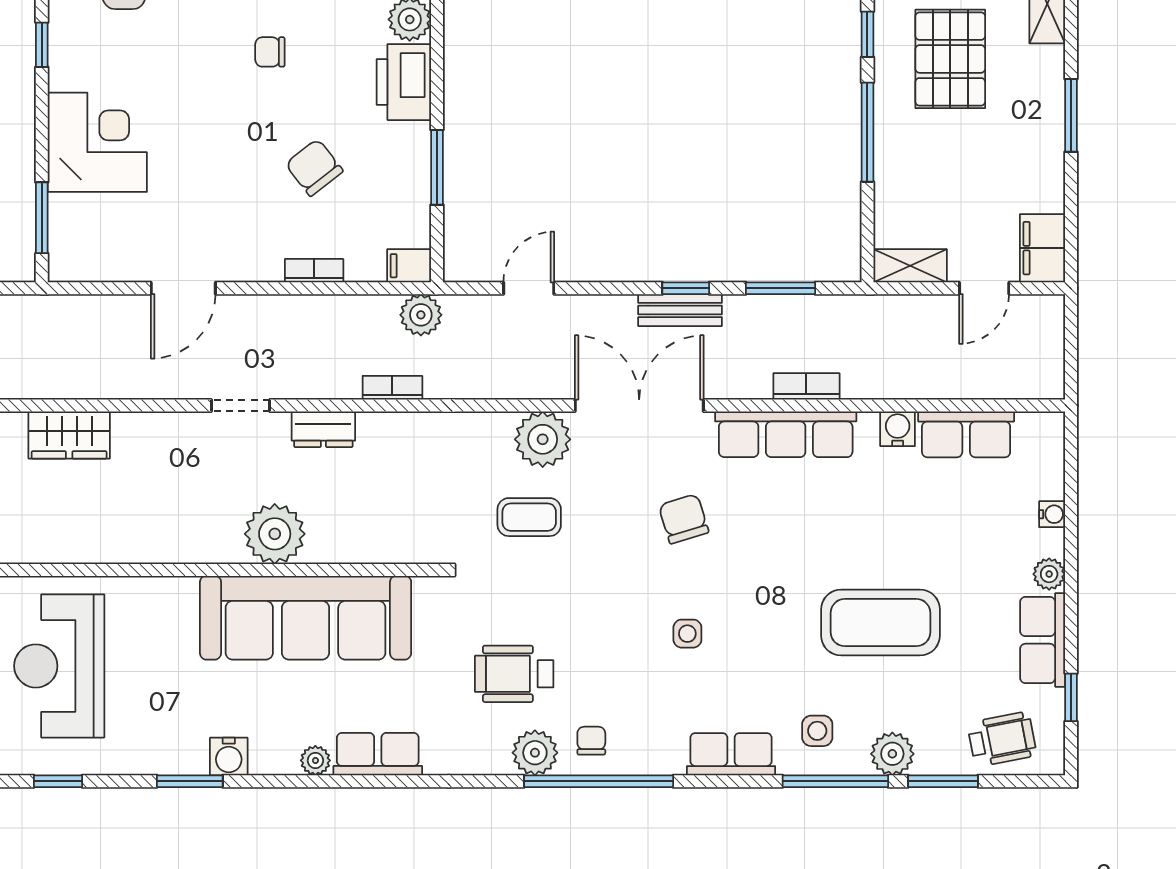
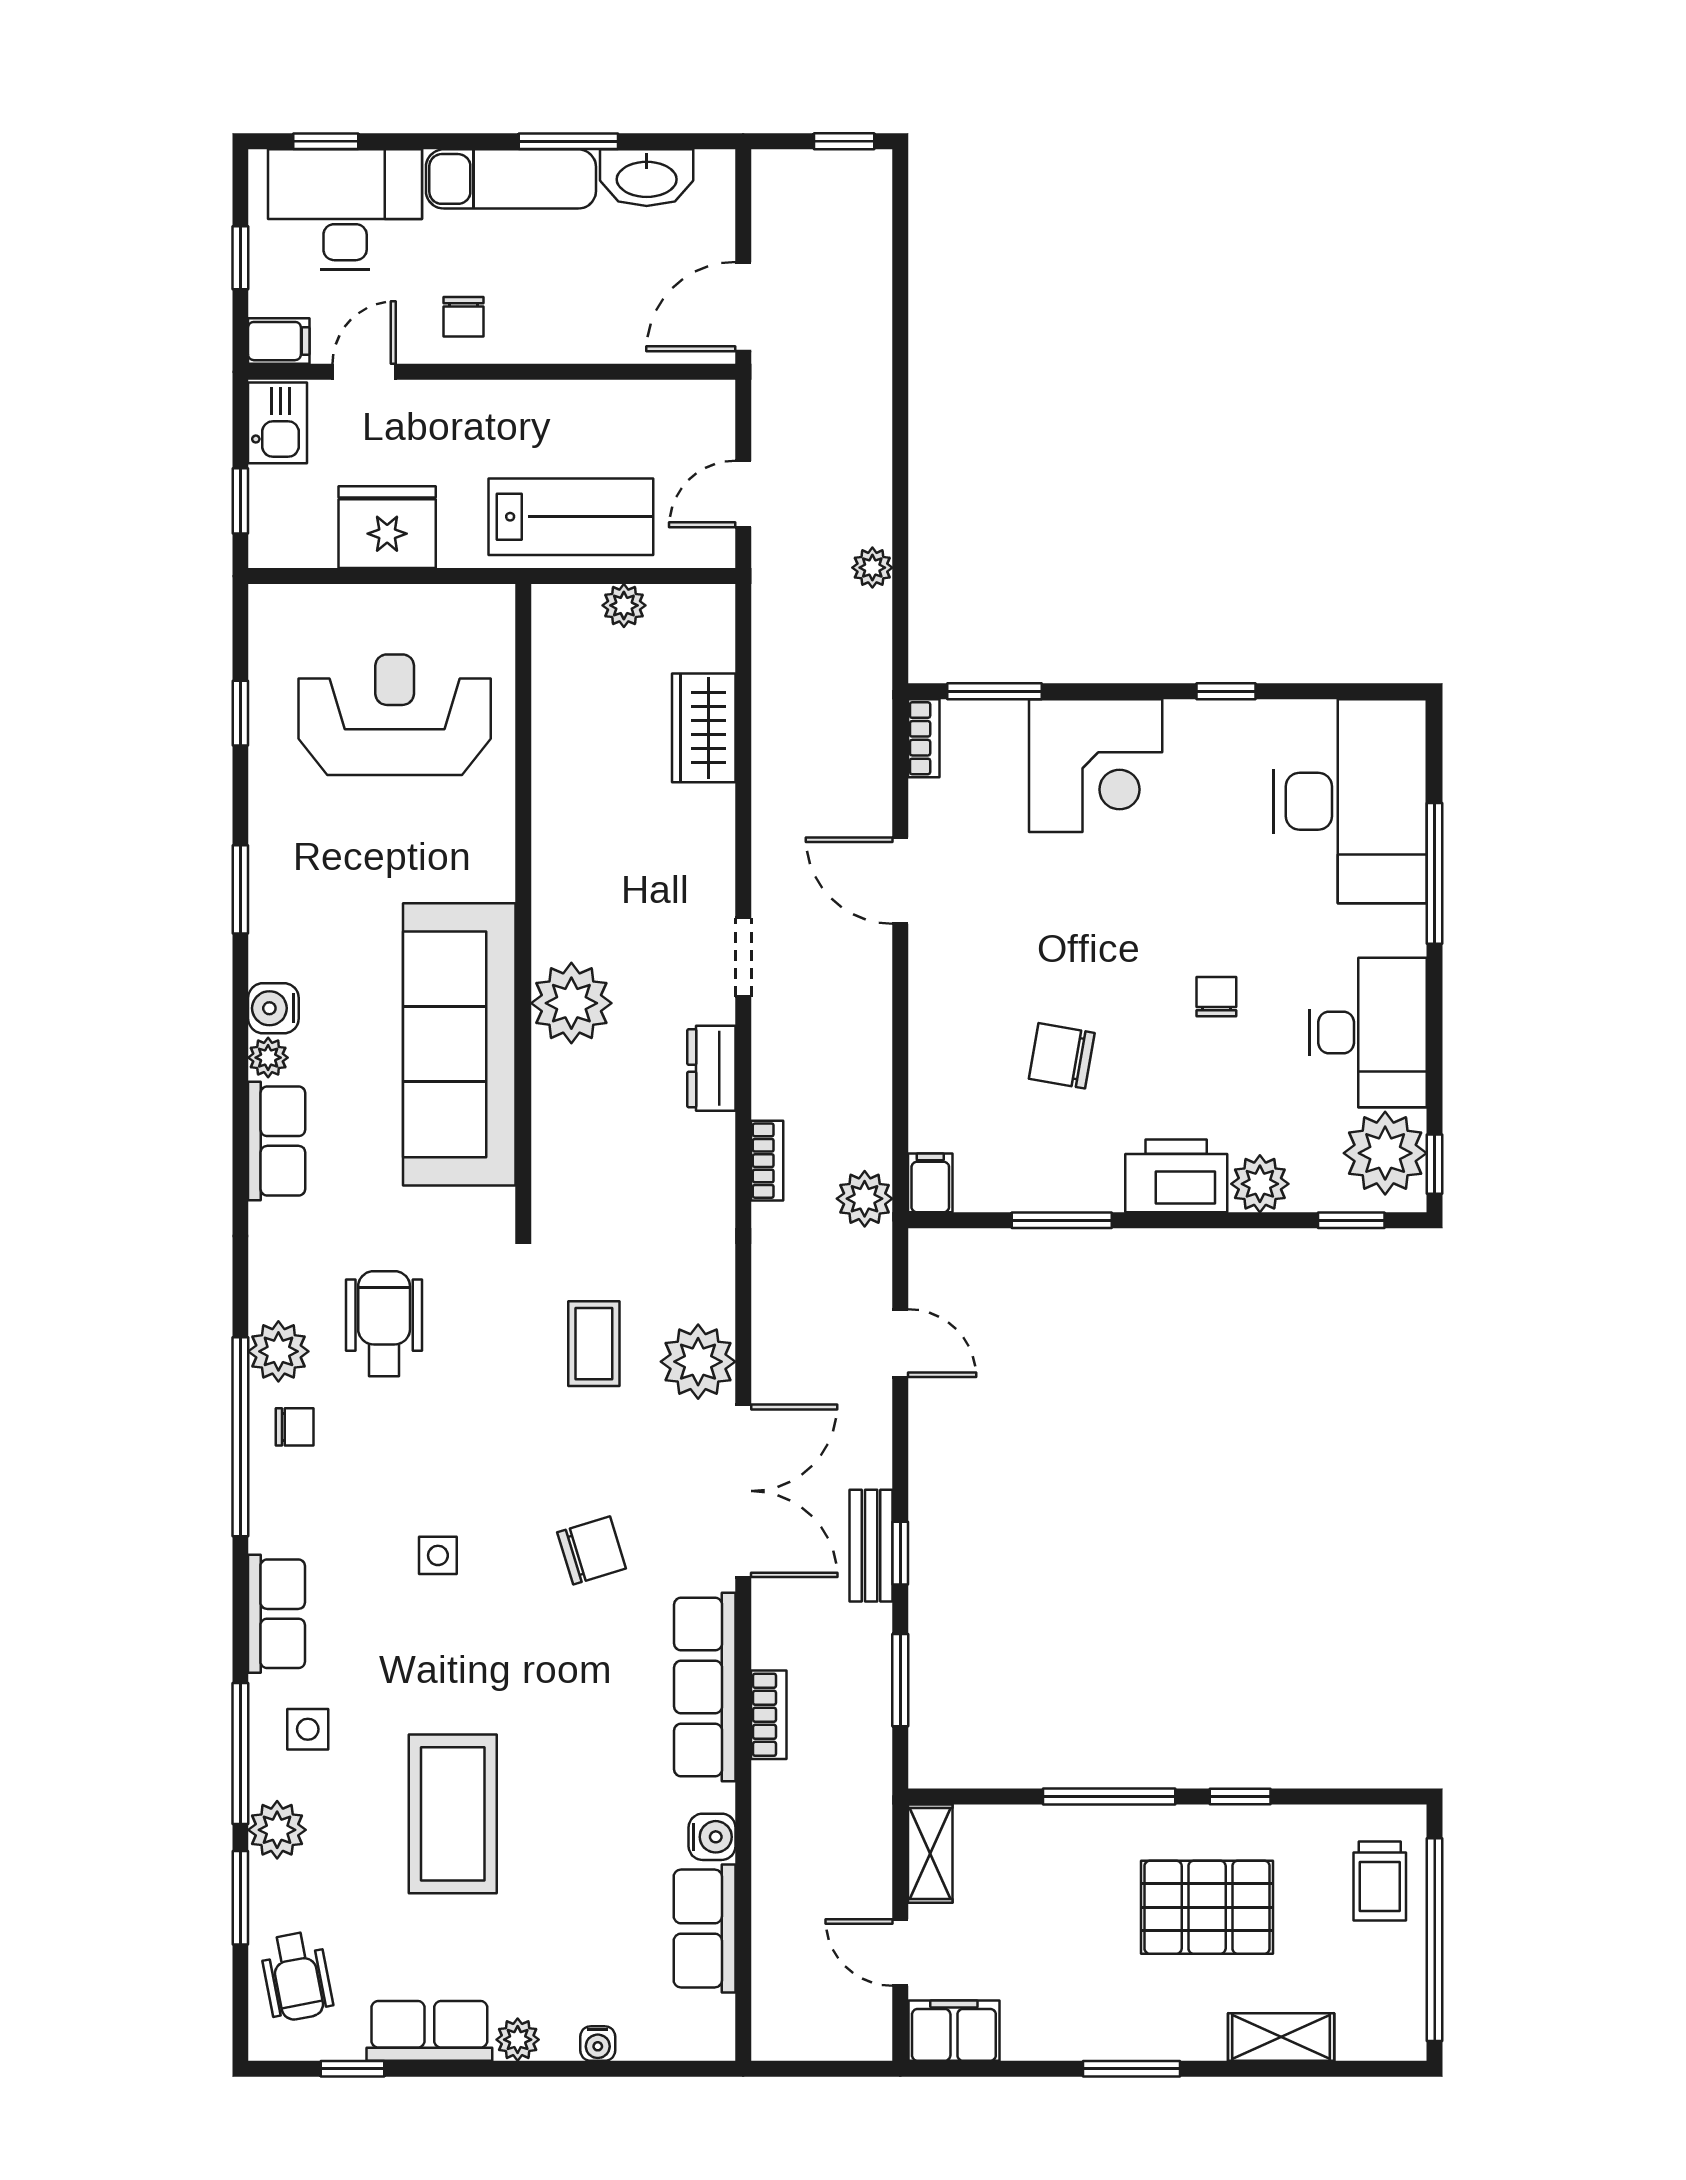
chair: (314, 168) -> (1062, 1056), turned -132
bookcase: (314, 271) -> (924, 738), moved
water cooler: (229, 756) -> (273, 1008), moved

